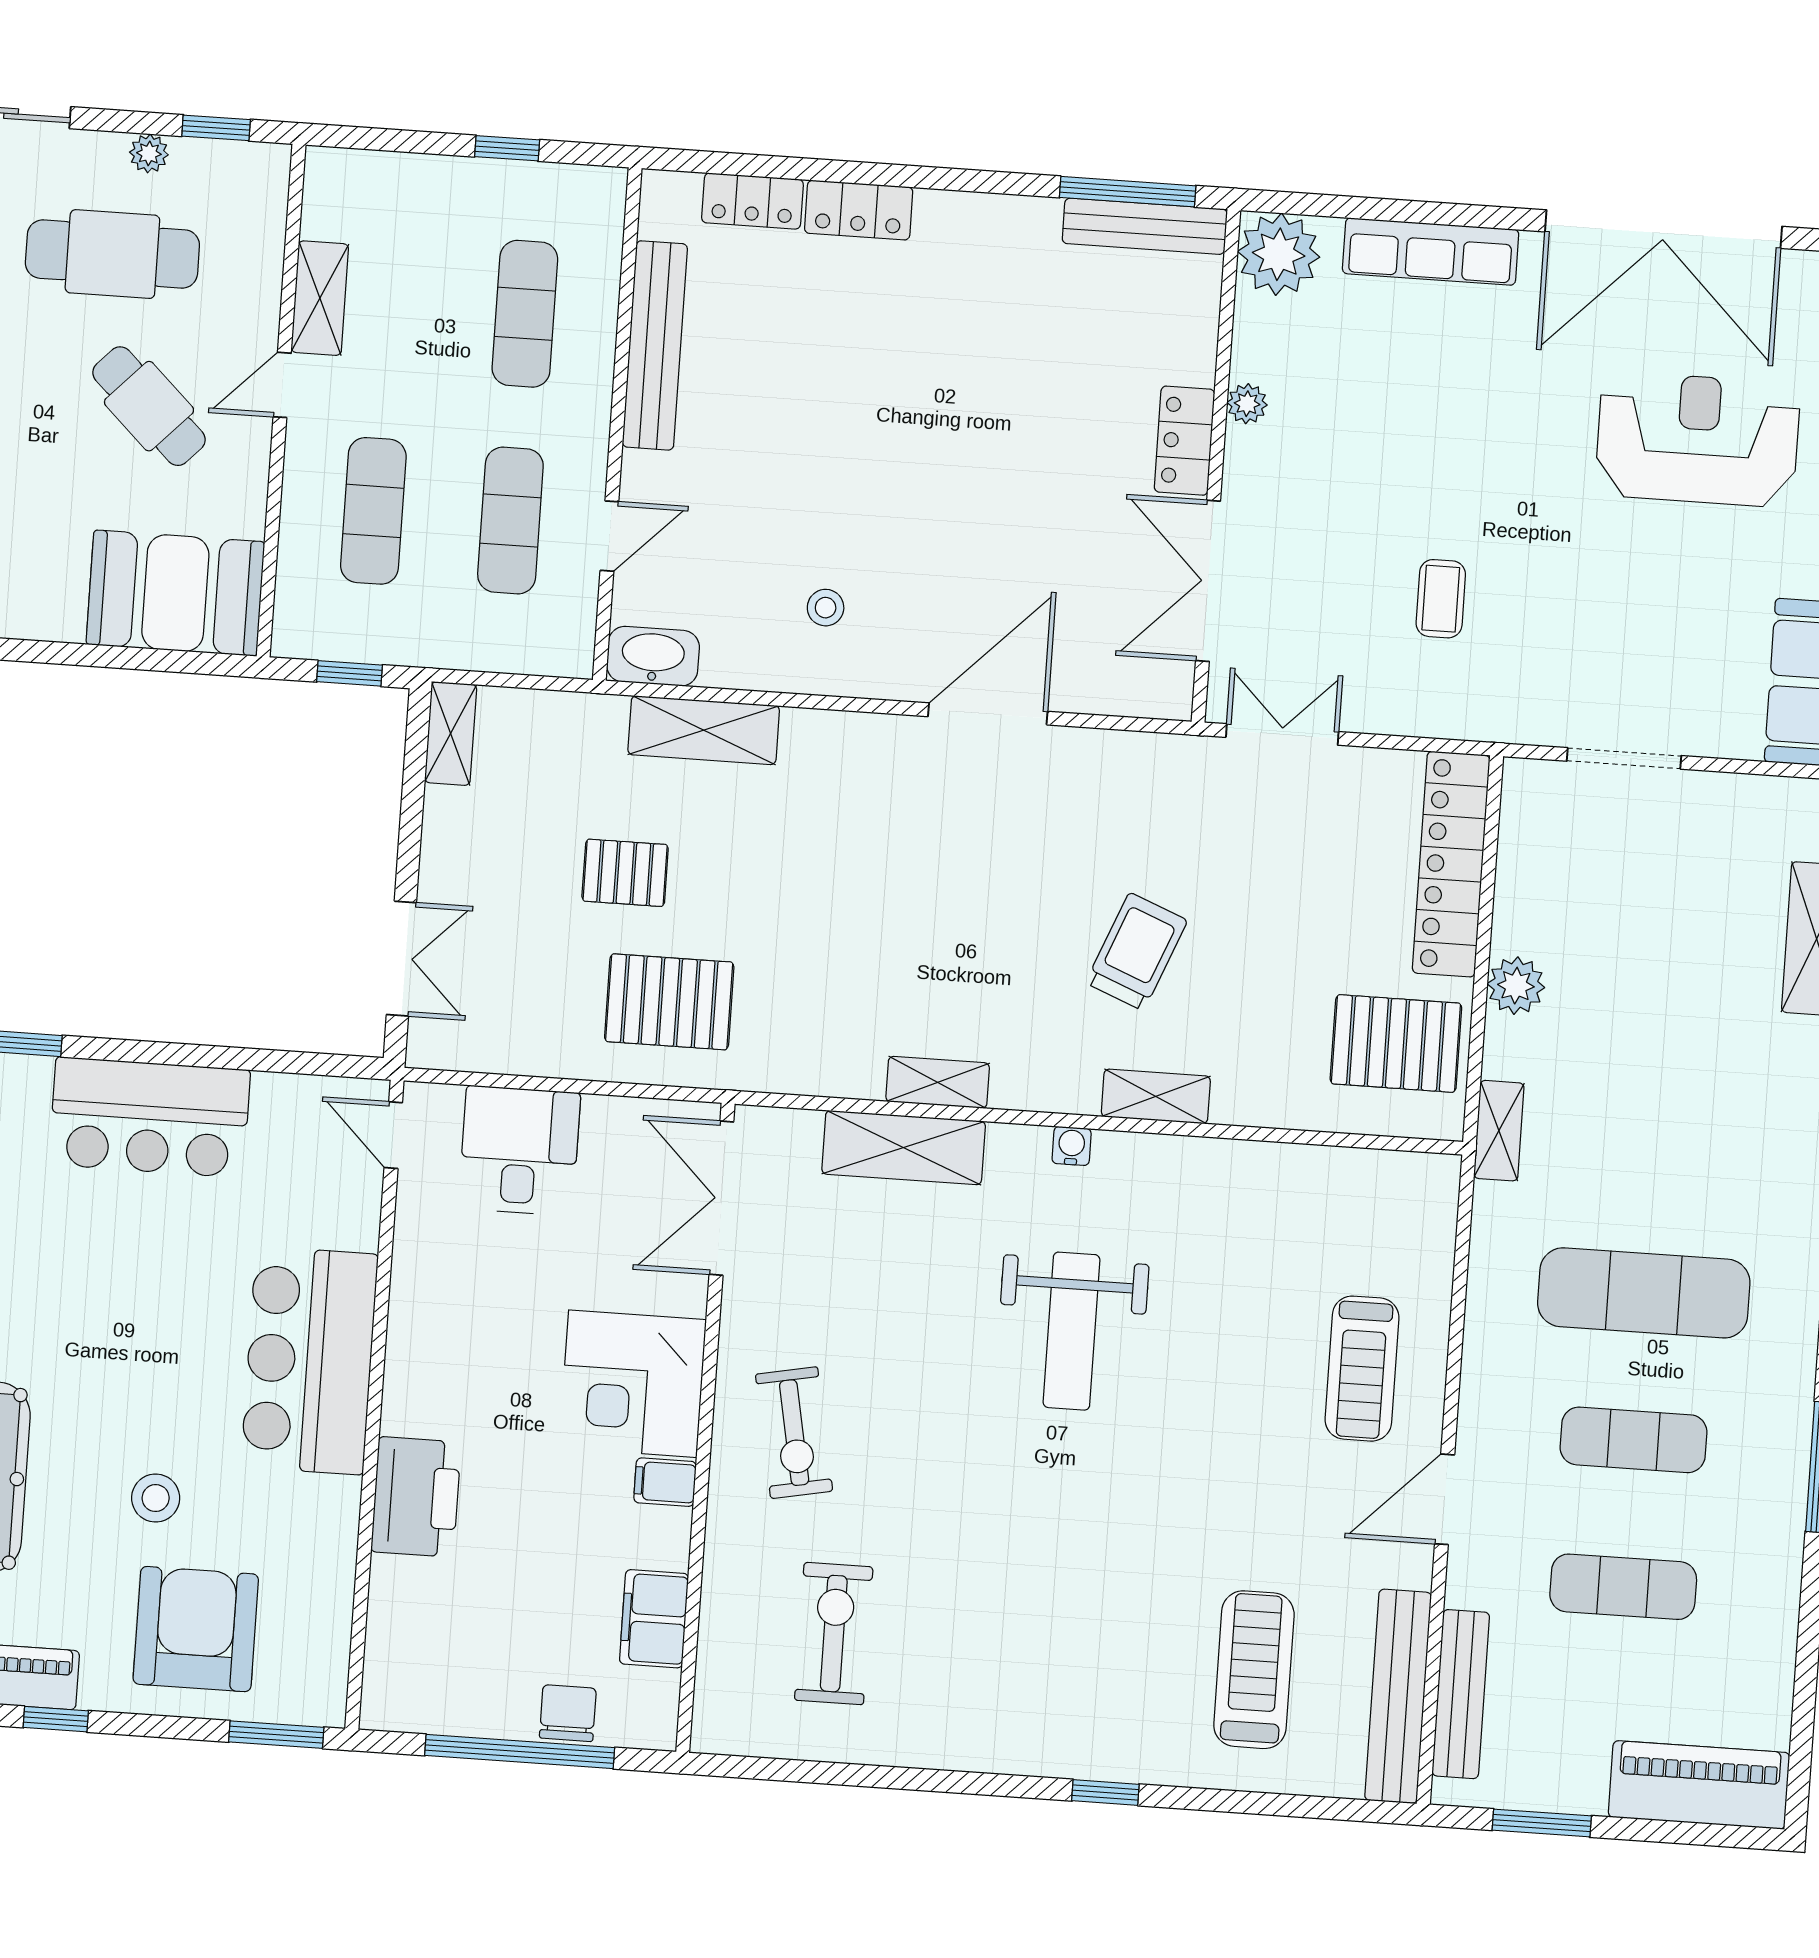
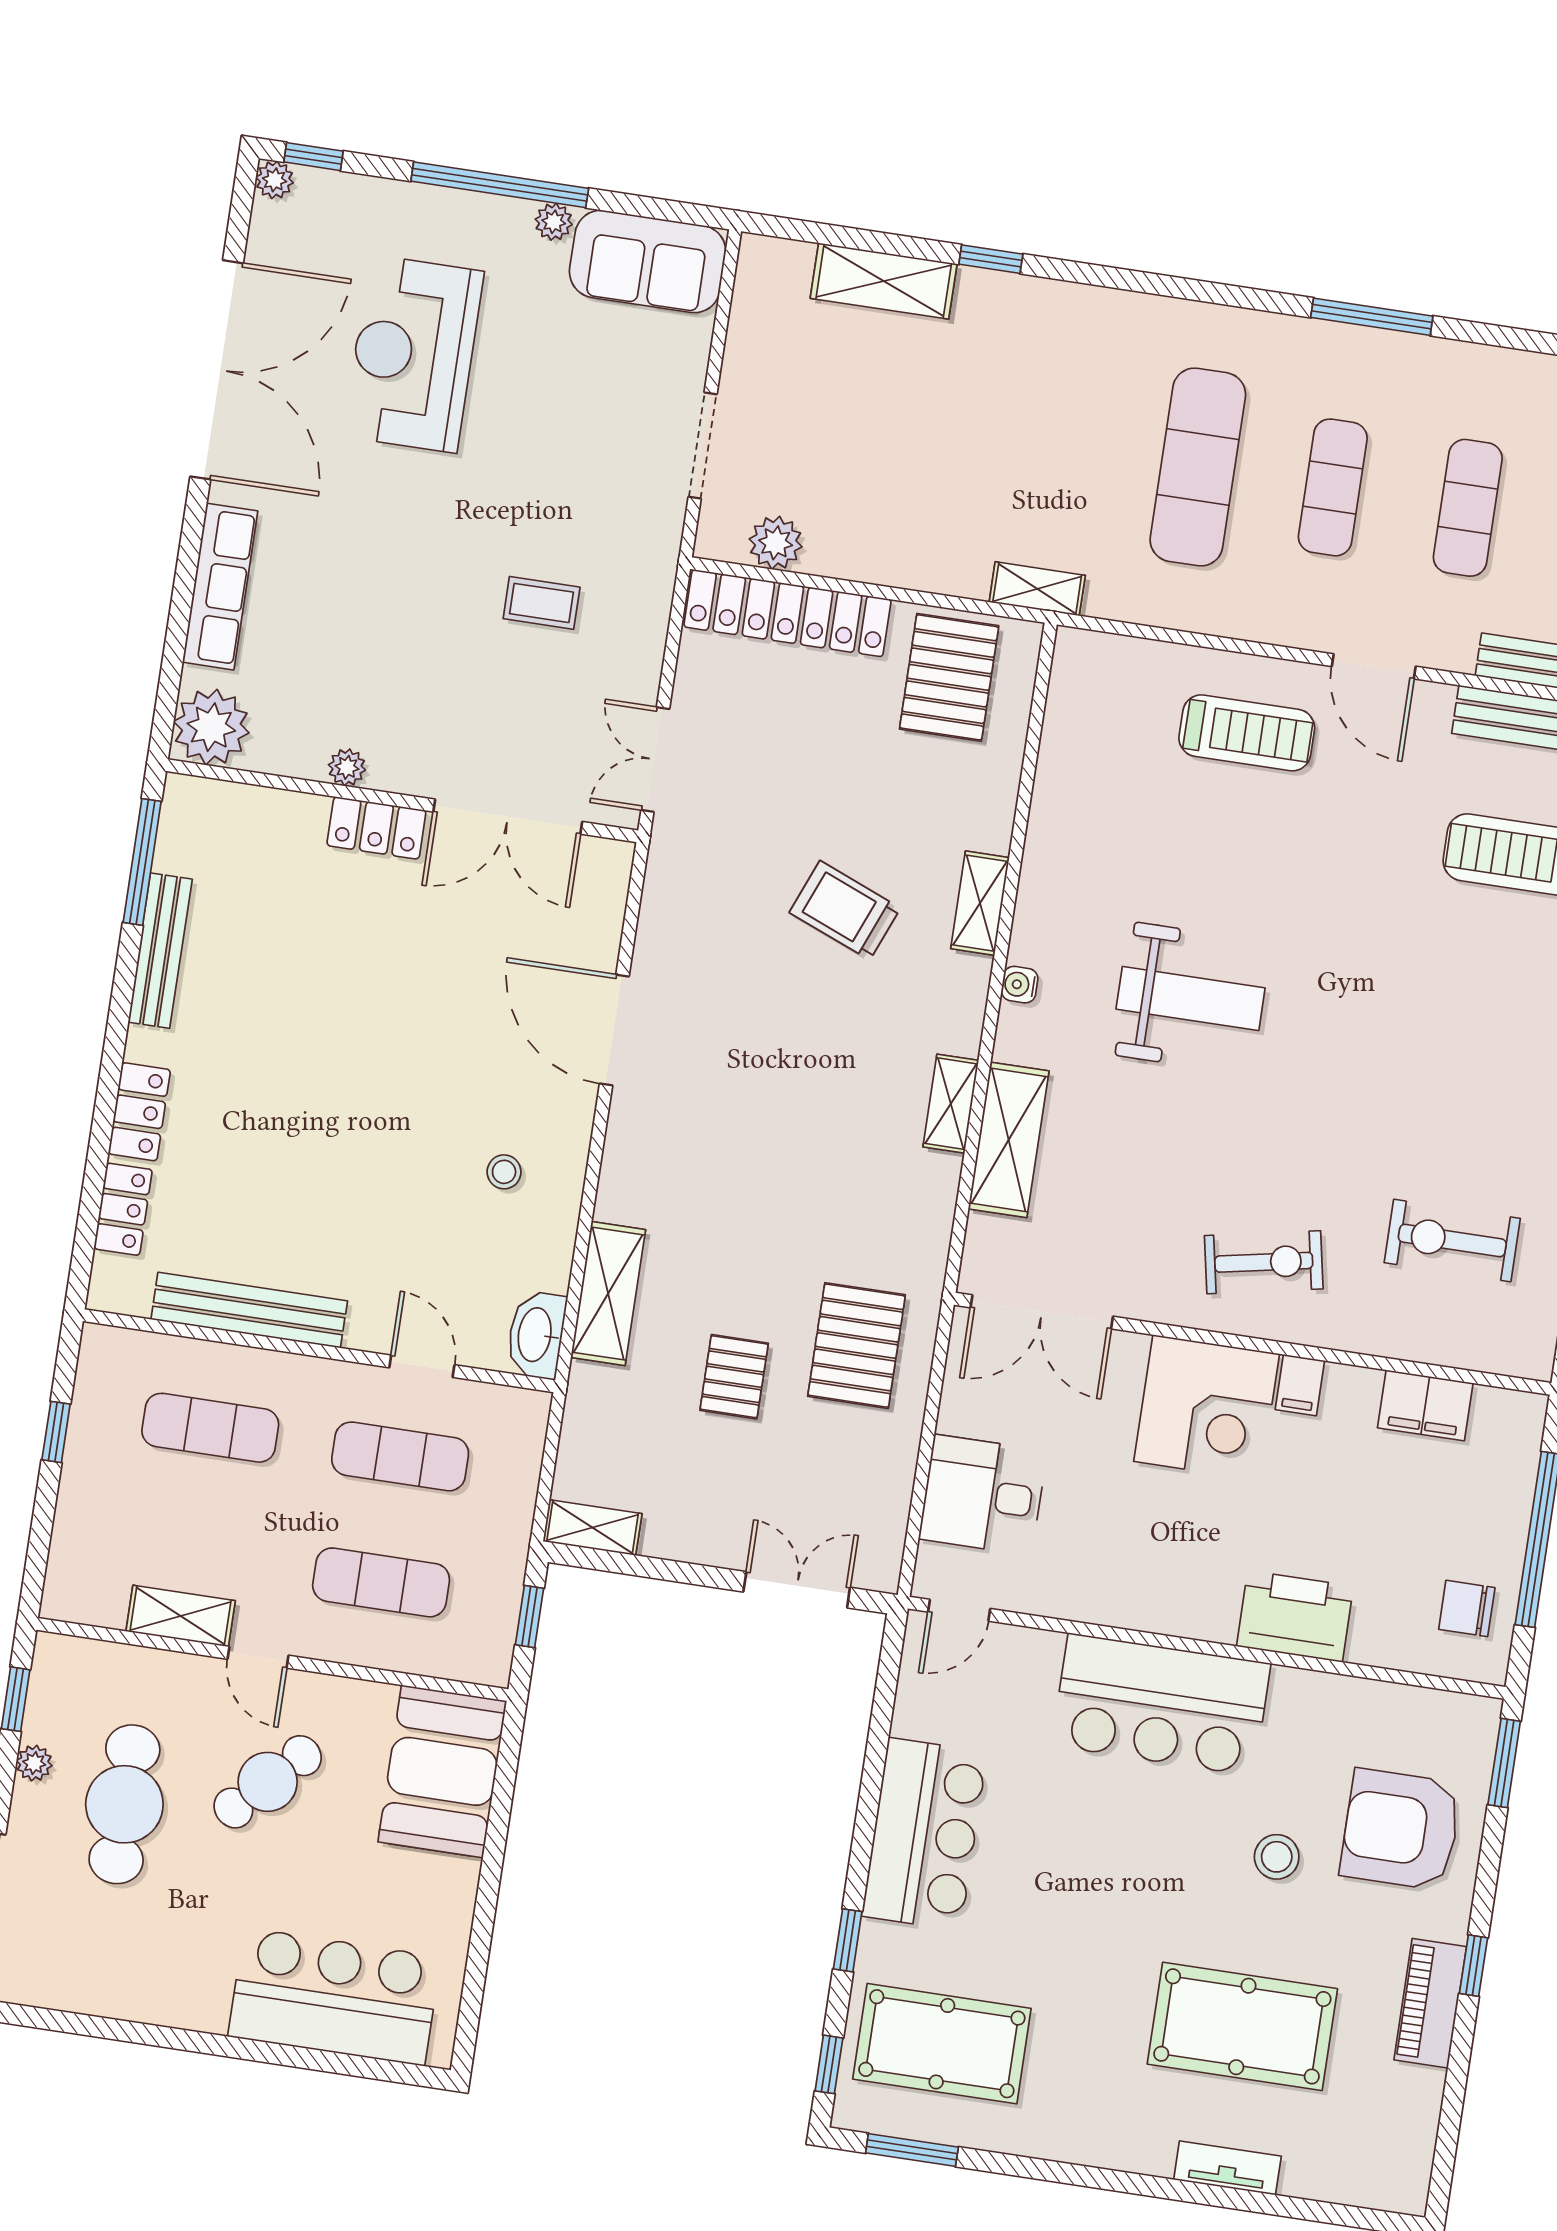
bench: (1145, 226) -> (160, 951), moved
plant: (1516, 986) -> (776, 543), moved
chair: (568, 1713) -> (1467, 1608), moved

